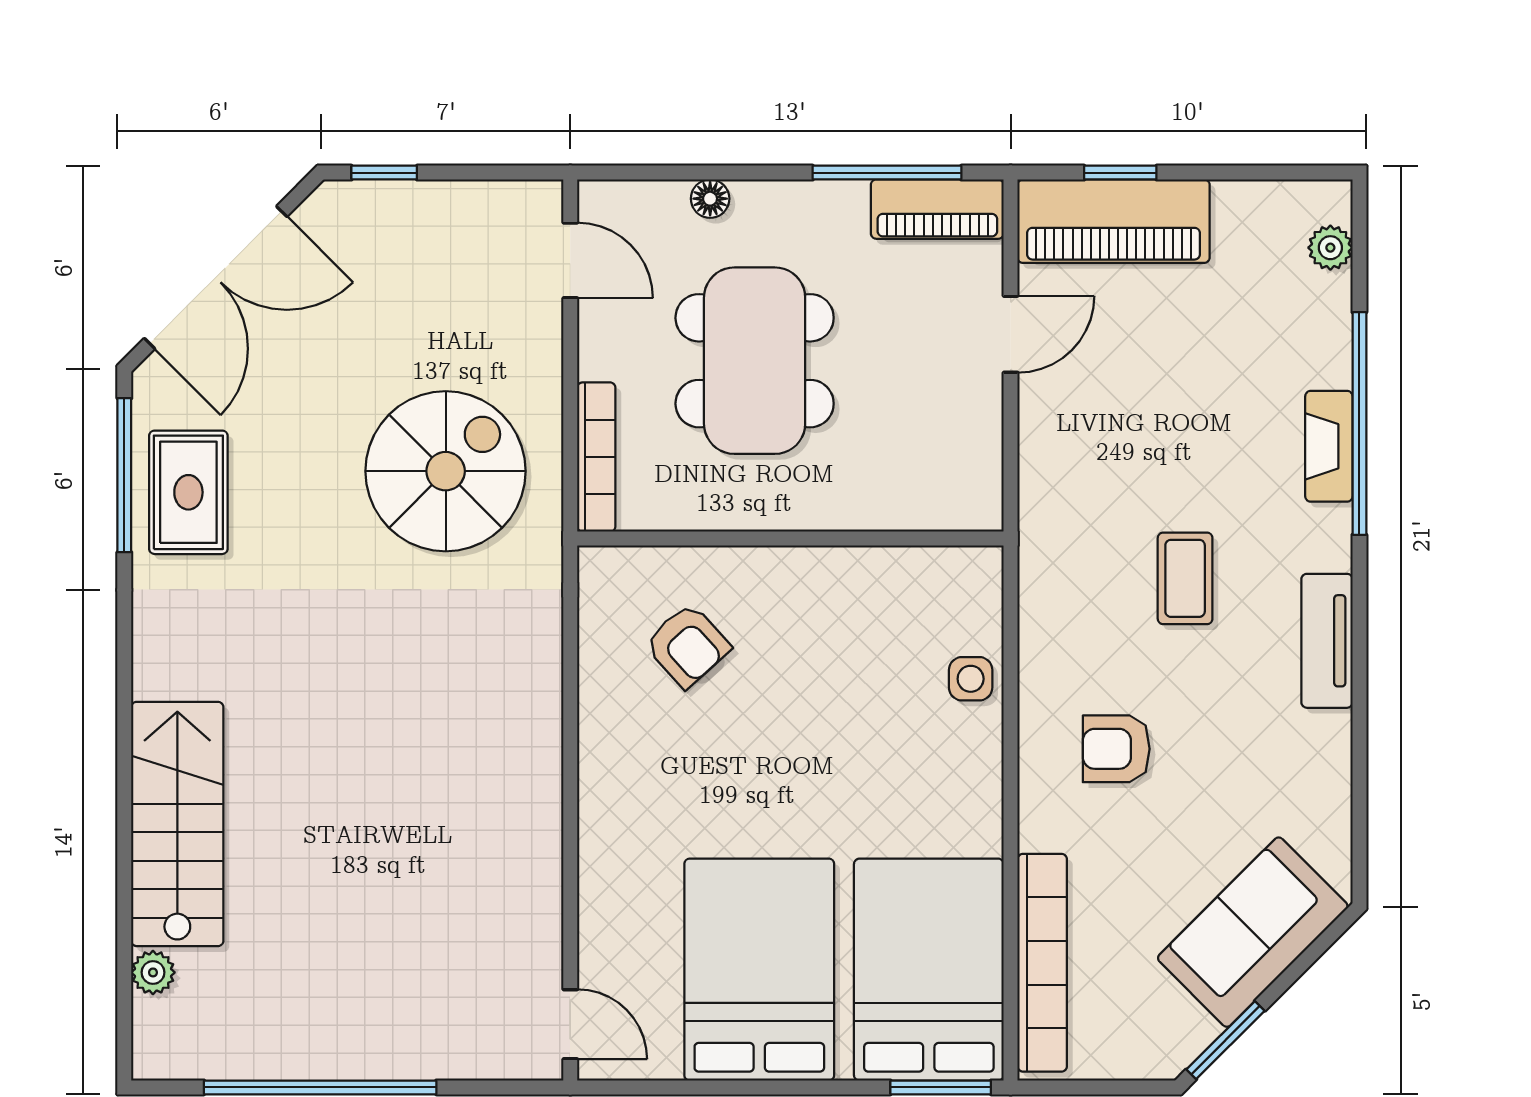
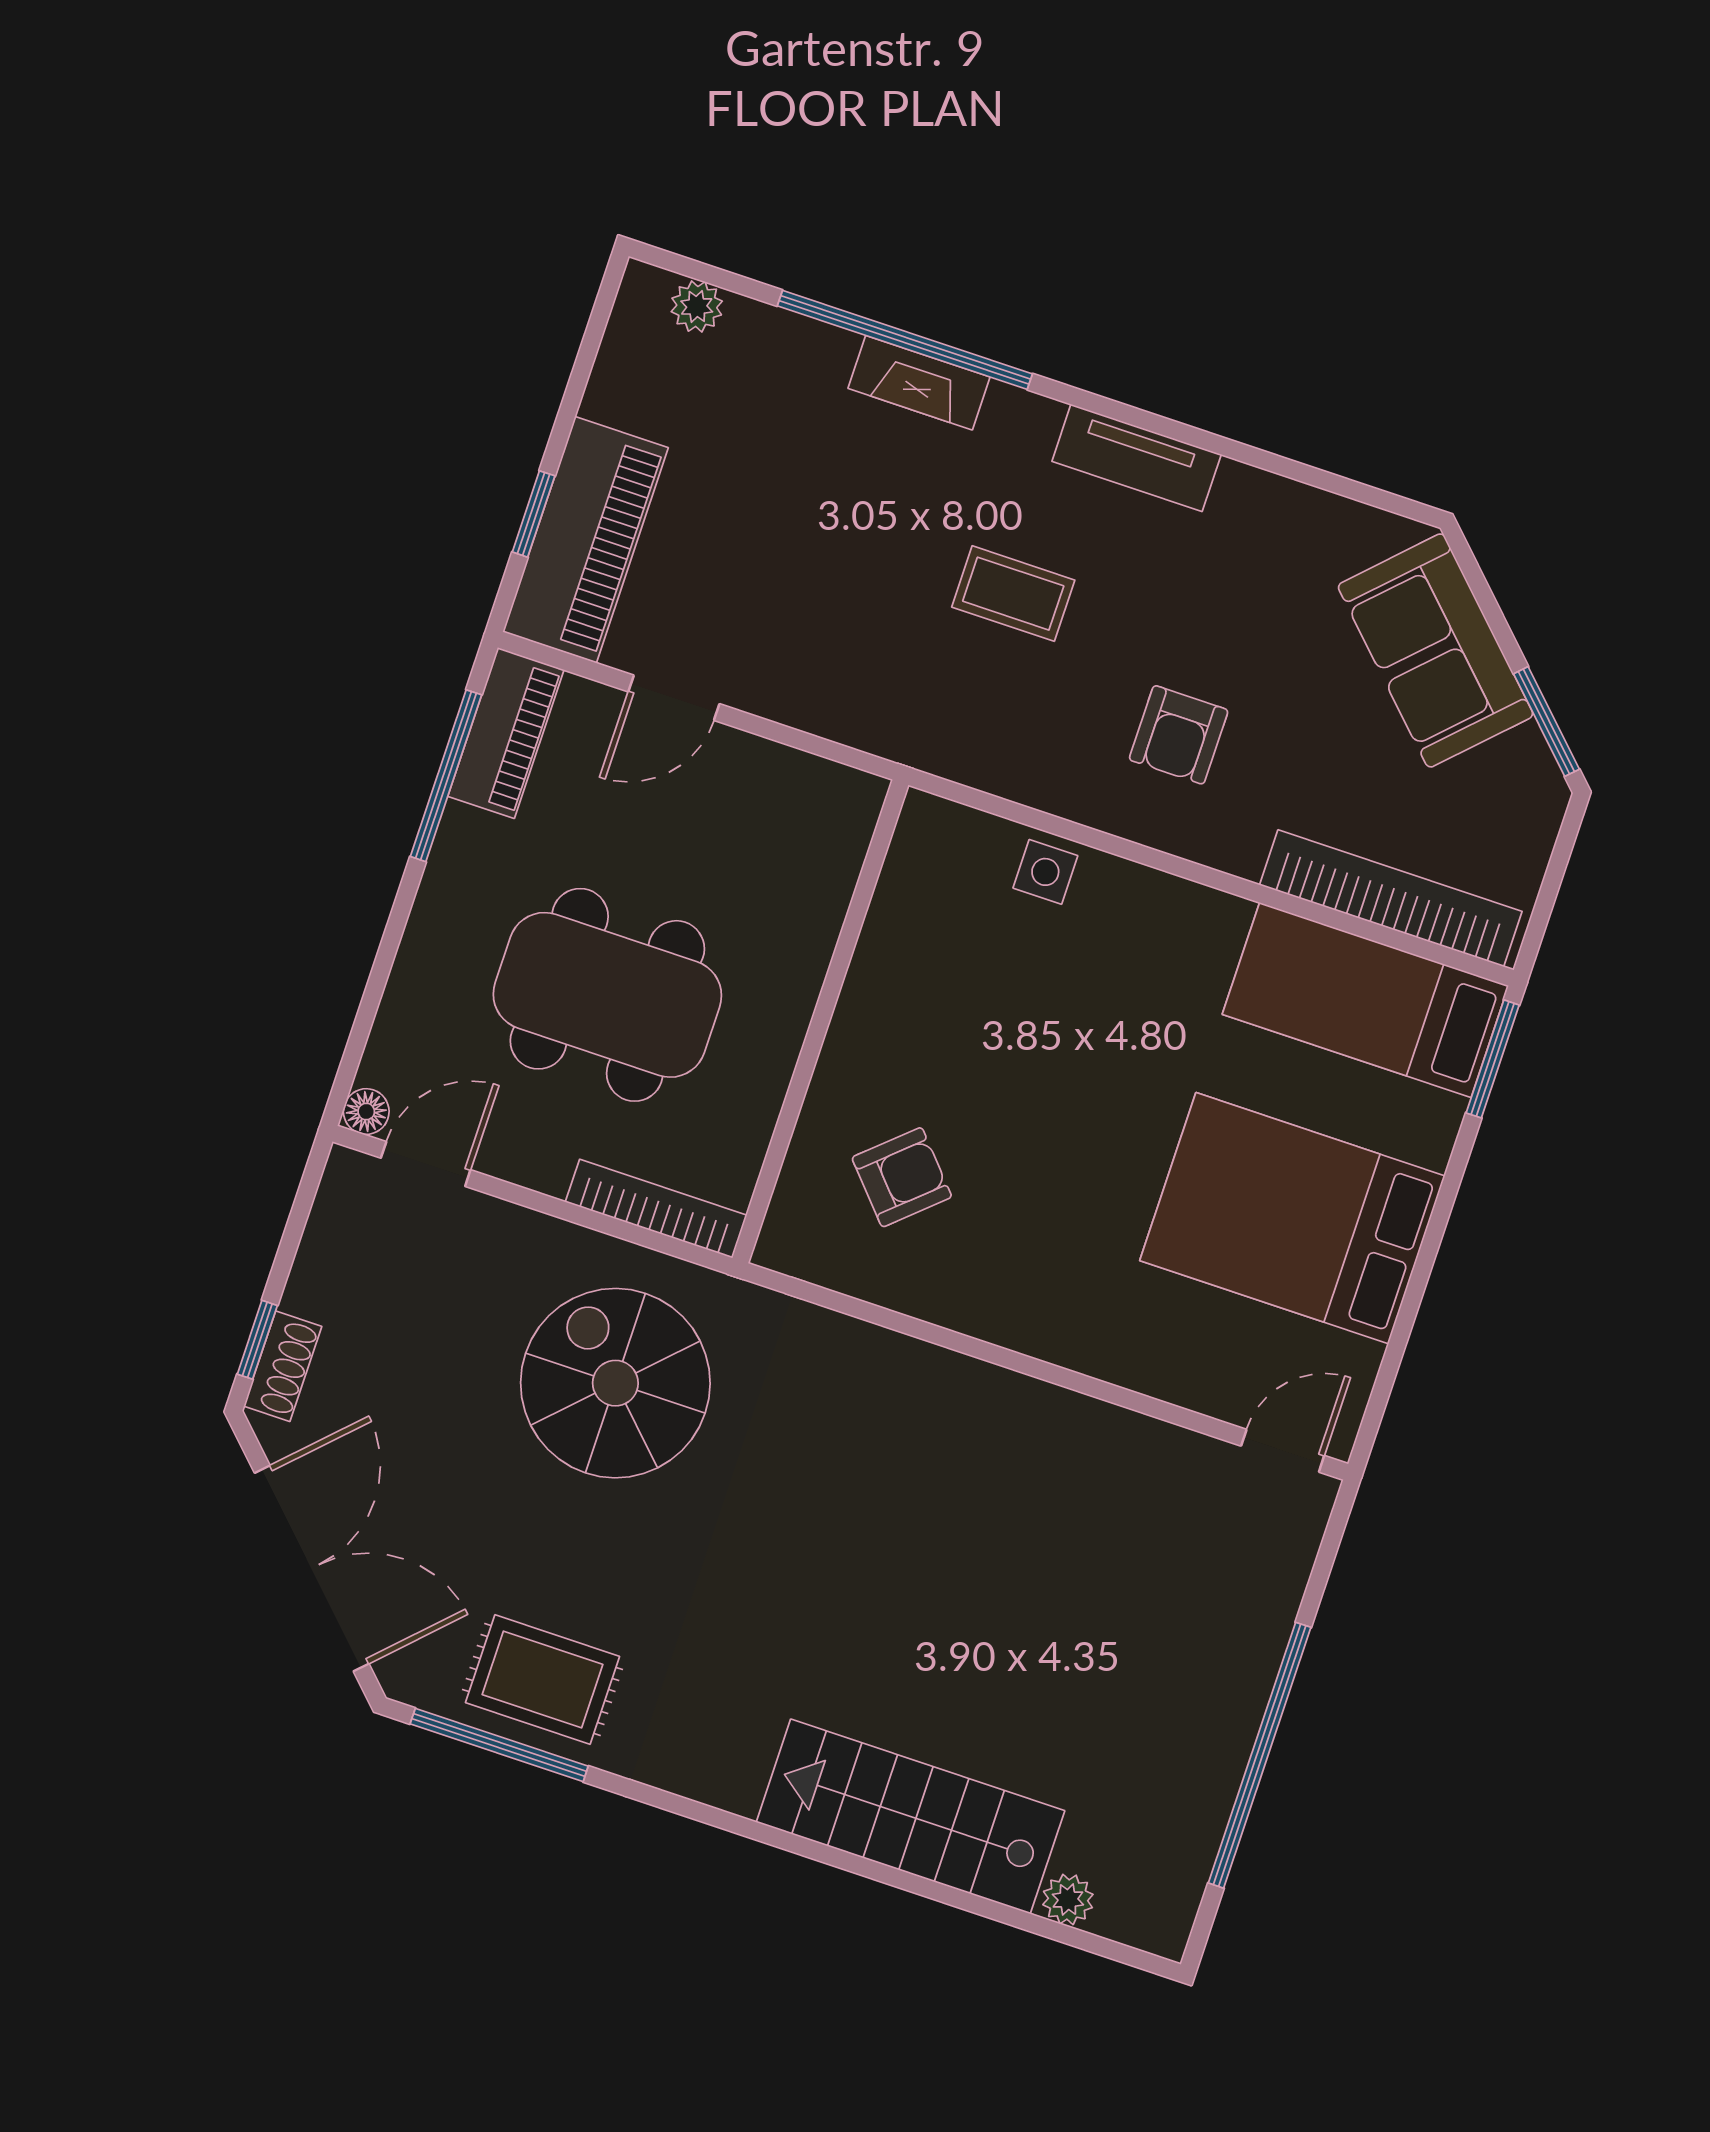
floor lamp: (710, 199) -> (366, 1112), moved
shoe rack: (370, 200) -> (283, 1366), added
door: (1011, 334) -> (674, 698), swing flipped
bed: (929, 970) -> (1365, 1000), width x0.67

